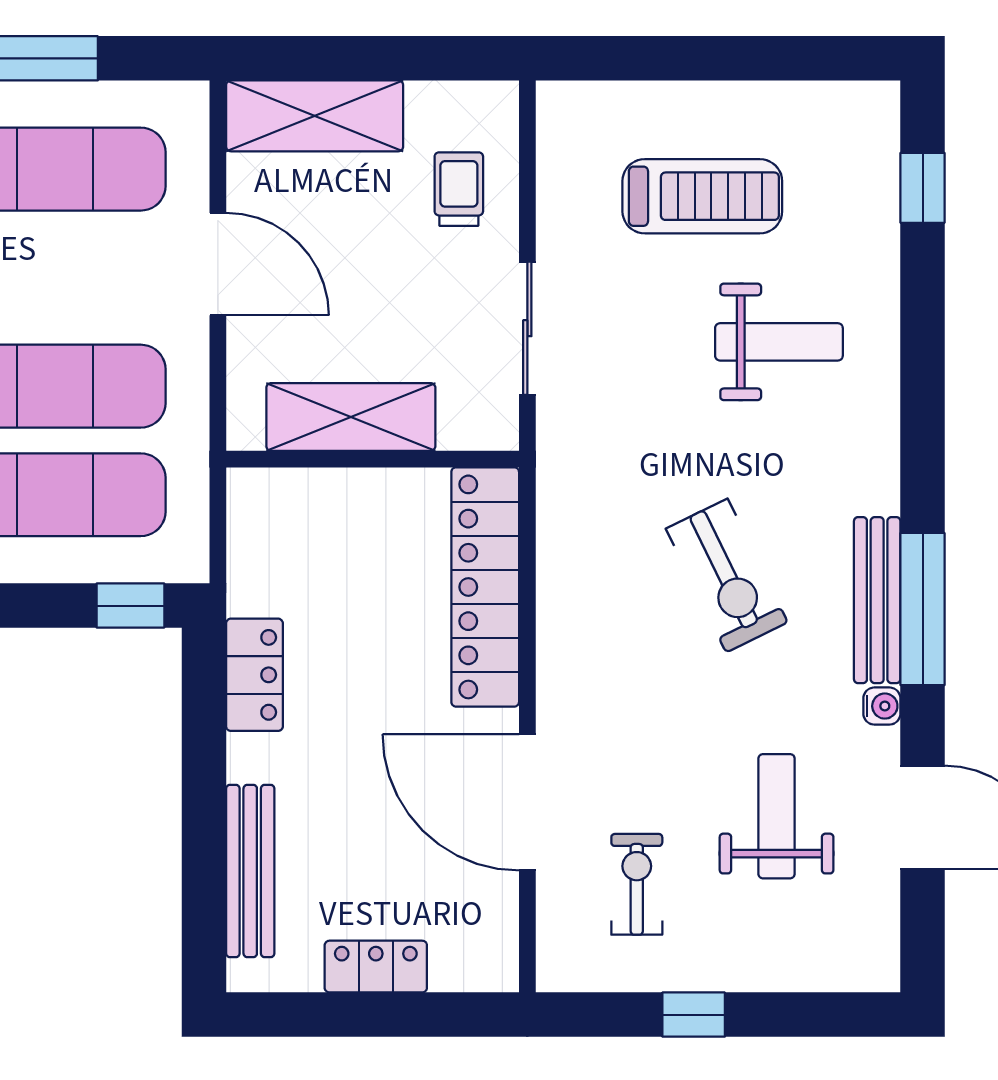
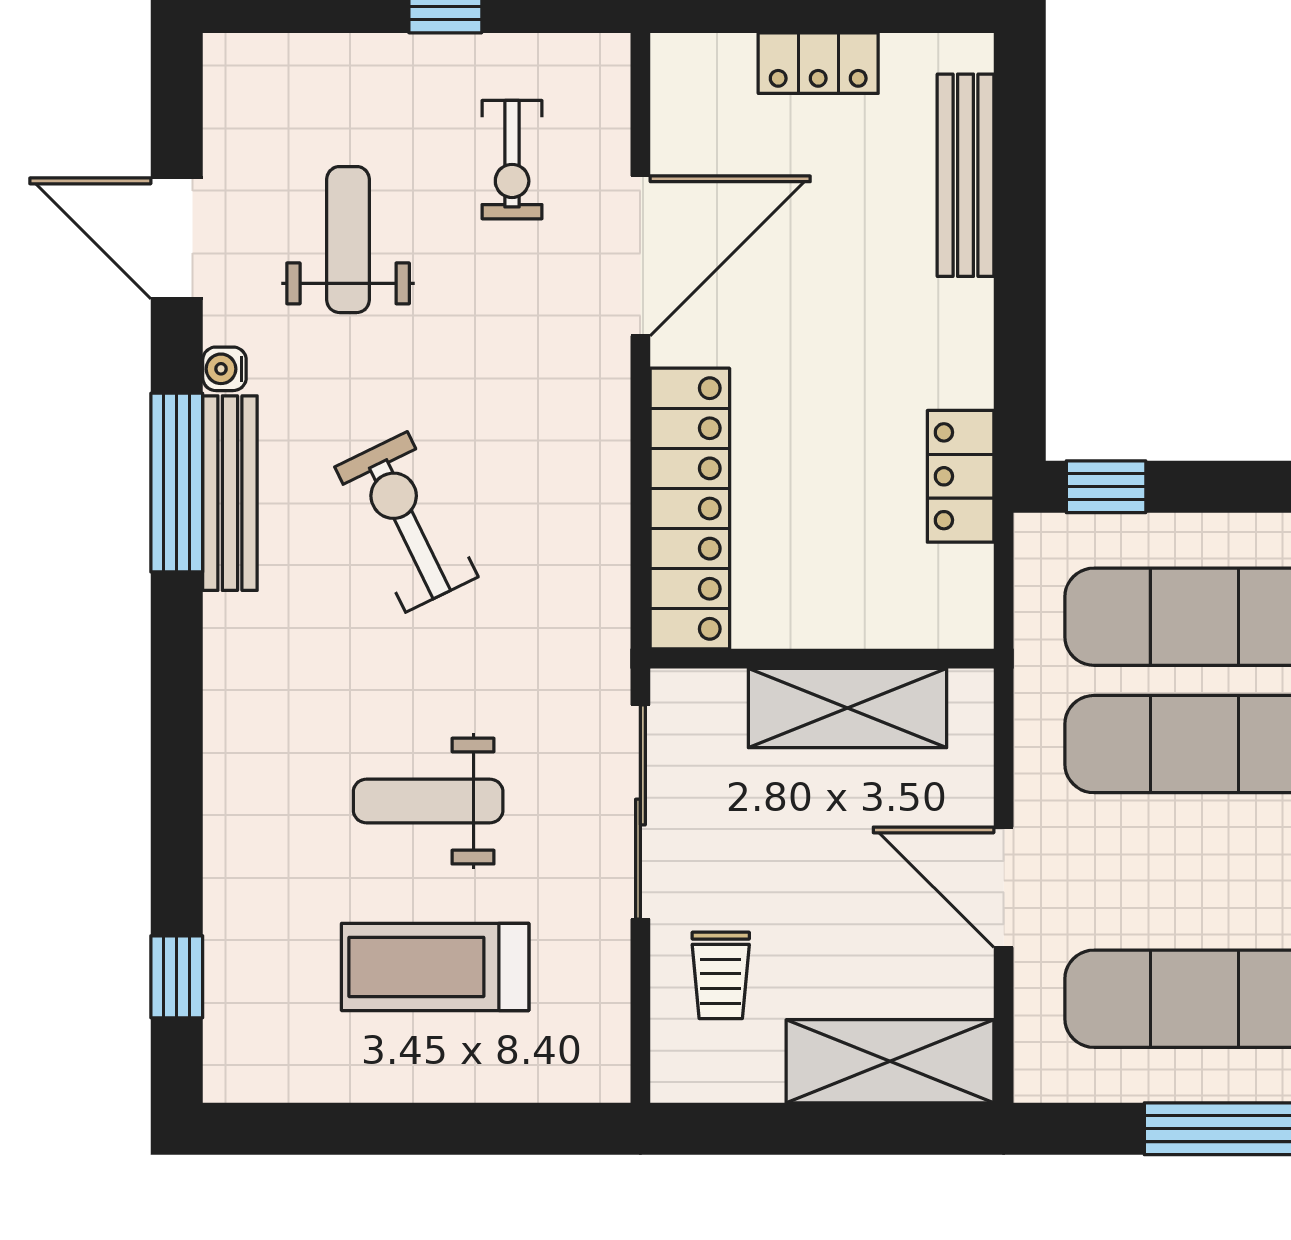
sliding door: (527, 328) -> (640, 812), width x1.37
weight bench: (779, 342) -> (428, 801), moved
locker: (254, 675) -> (961, 476), moved
door: (527, 802) -> (640, 256), hinge flipped
weight bench: (777, 816) -> (348, 240), turned 180

